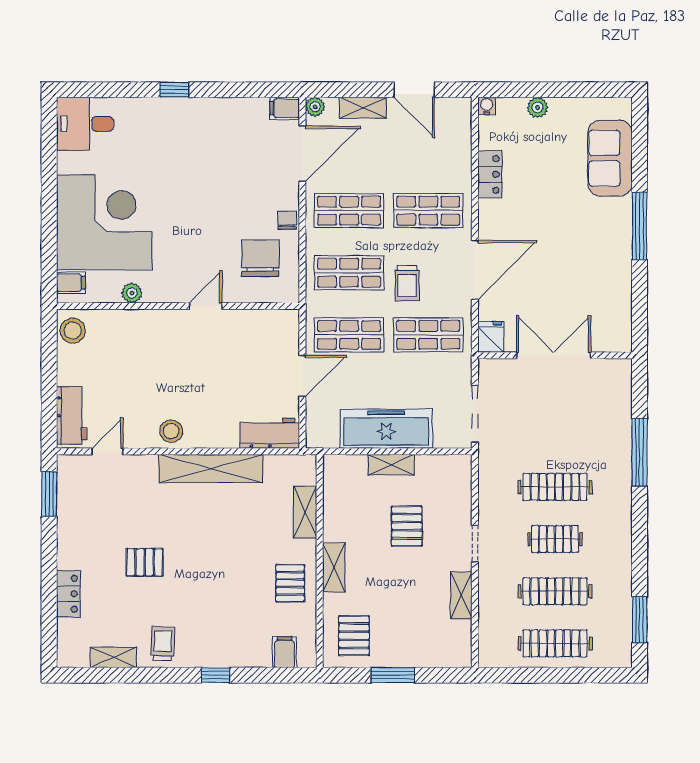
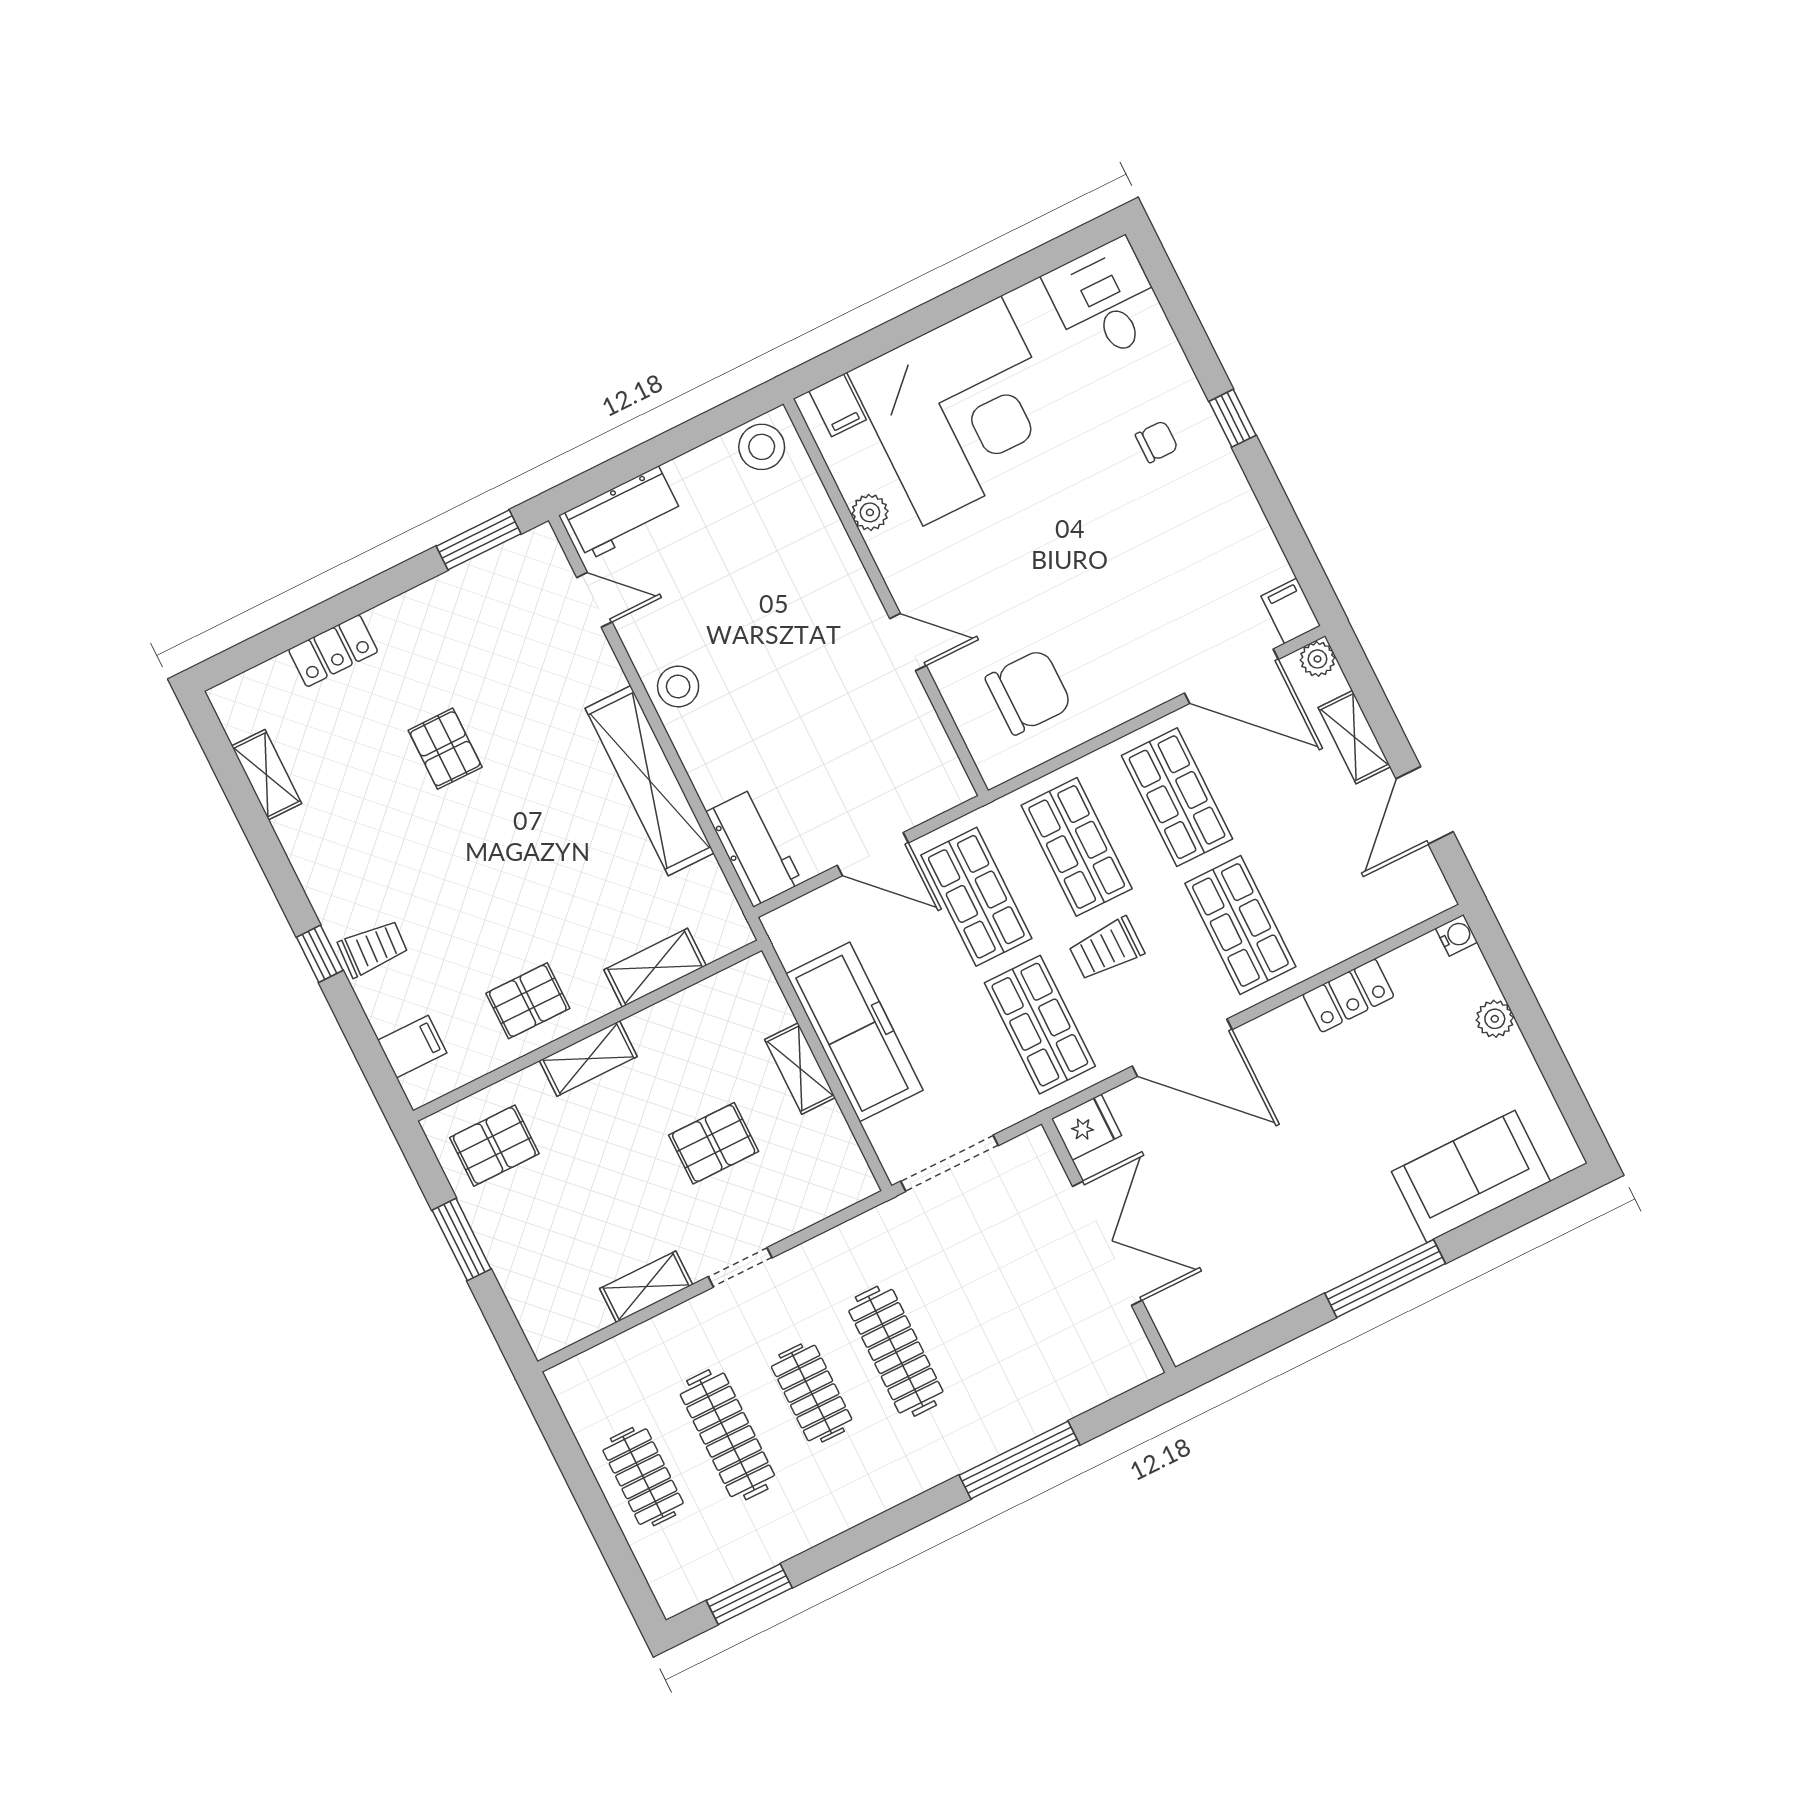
chair: (287, 220) -> (1157, 442), moved
clothes rail: (555, 643) -> (643, 1477), width x0.73
trolley: (163, 644) -> (373, 948), moved

